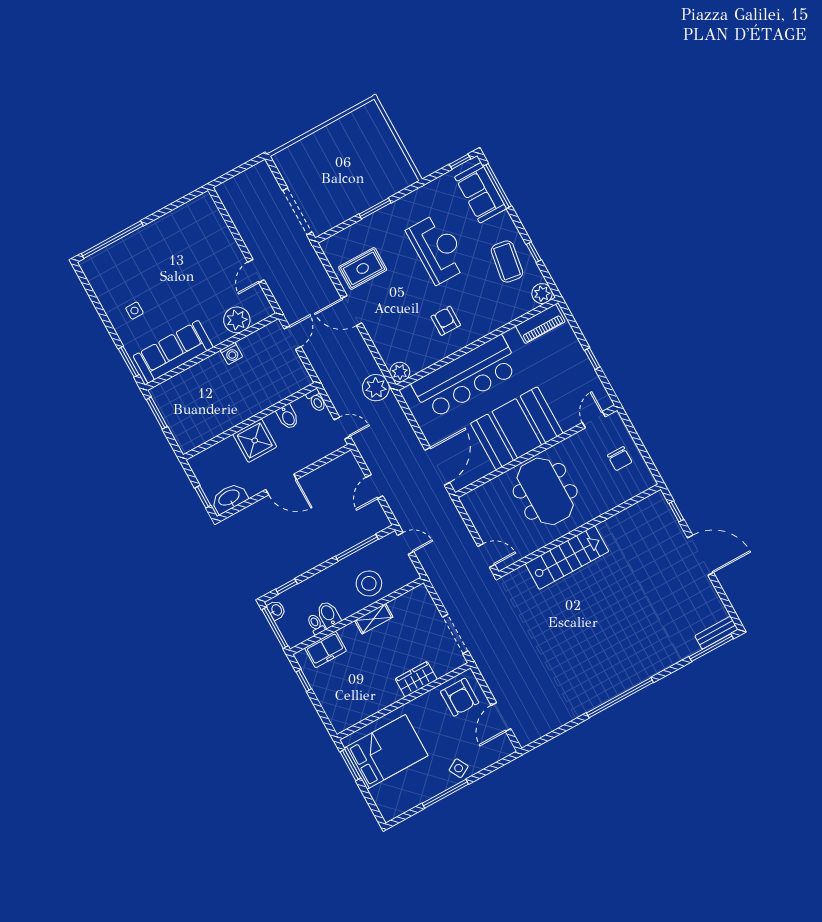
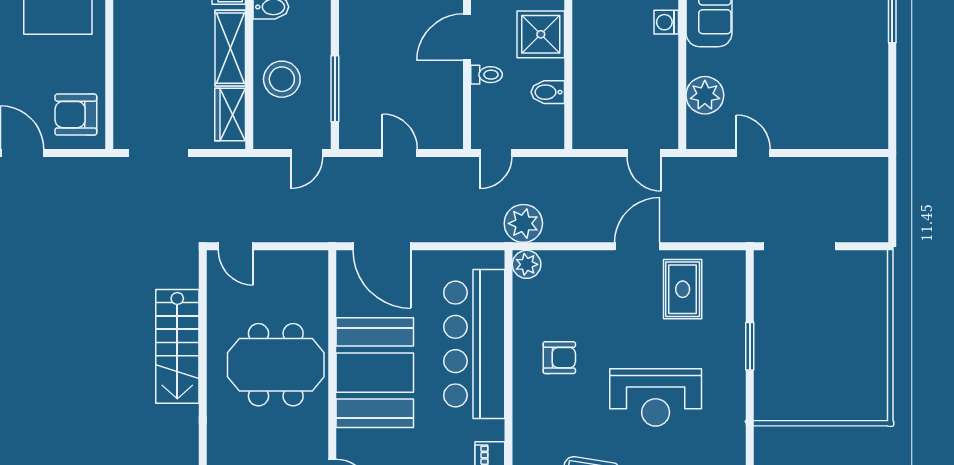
washing machine: (231, 354) -> (666, 22), moved
toilet: (316, 400) -> (487, 75), moved, turned 180
door: (486, 556) -> (236, 246), hinge flipped
shelving: (374, 619) -> (230, 48), width x1.50, depth x1.33
wardrobe: (416, 679) -> (230, 114), moved, turned 180

